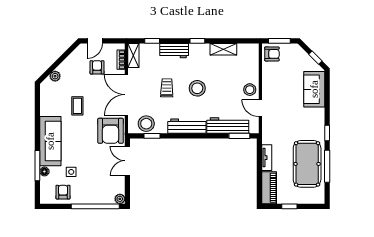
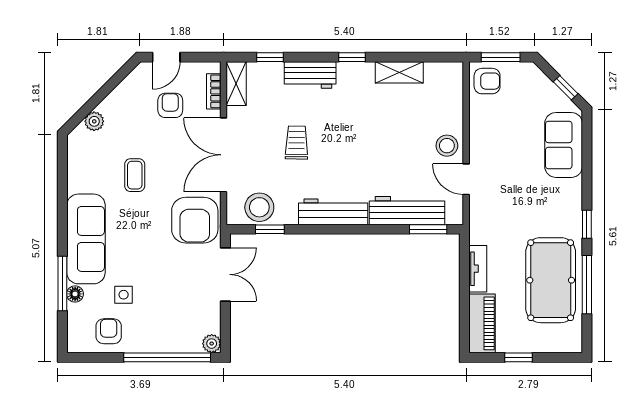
stool: (197, 88) -> (352, 143), removed
double door: (127, 161) -> (225, 274), swing flipped

